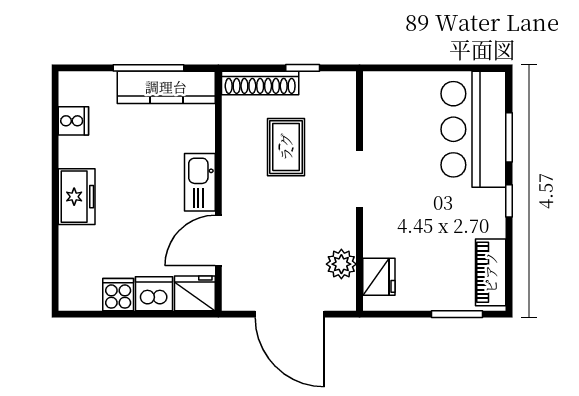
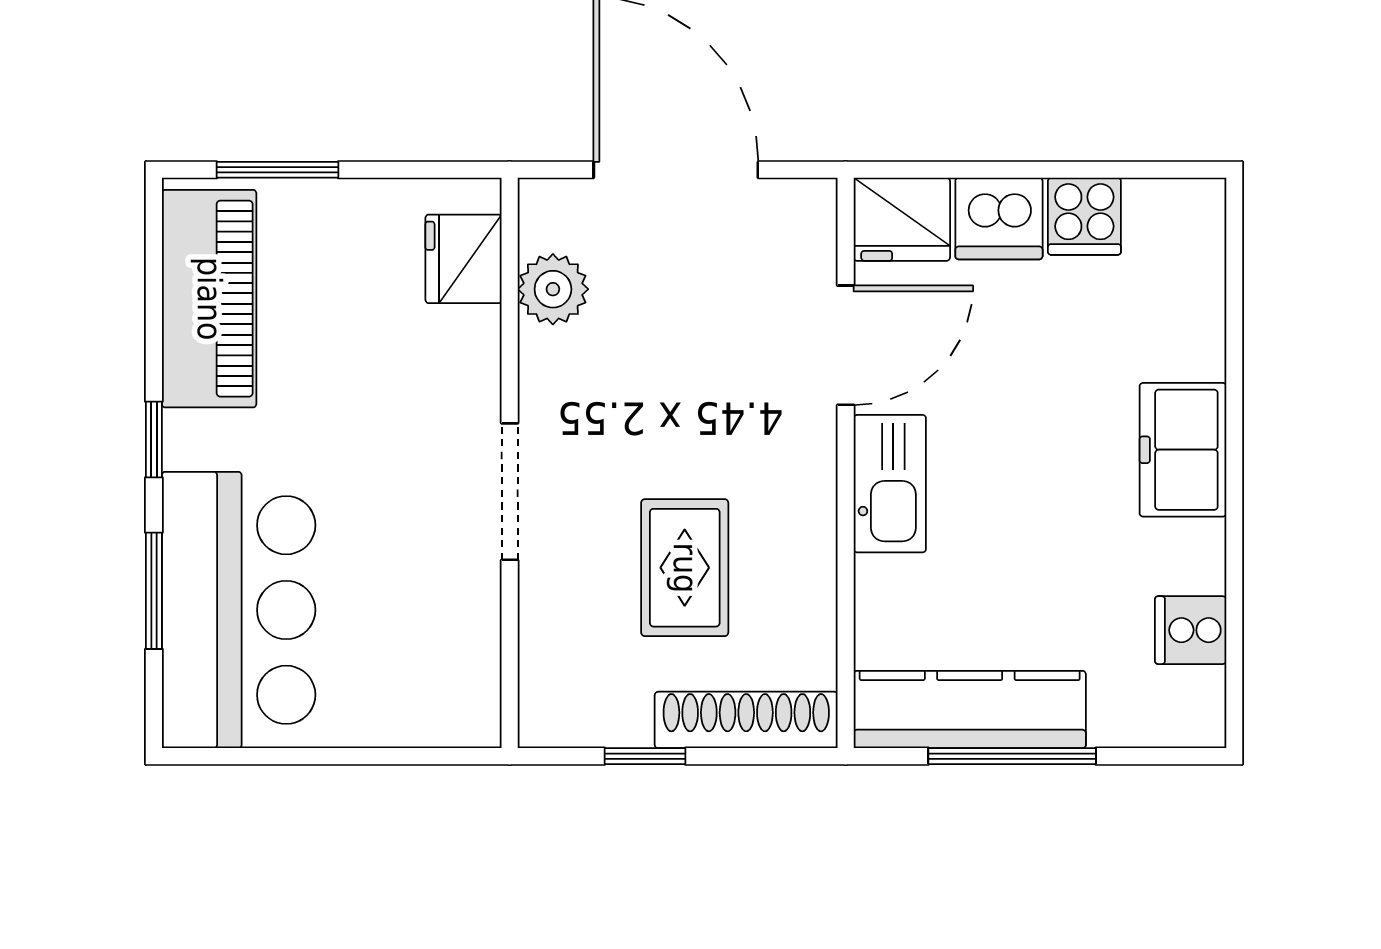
piano: (491, 272) -> (209, 299), width x1.37, depth x1.33

